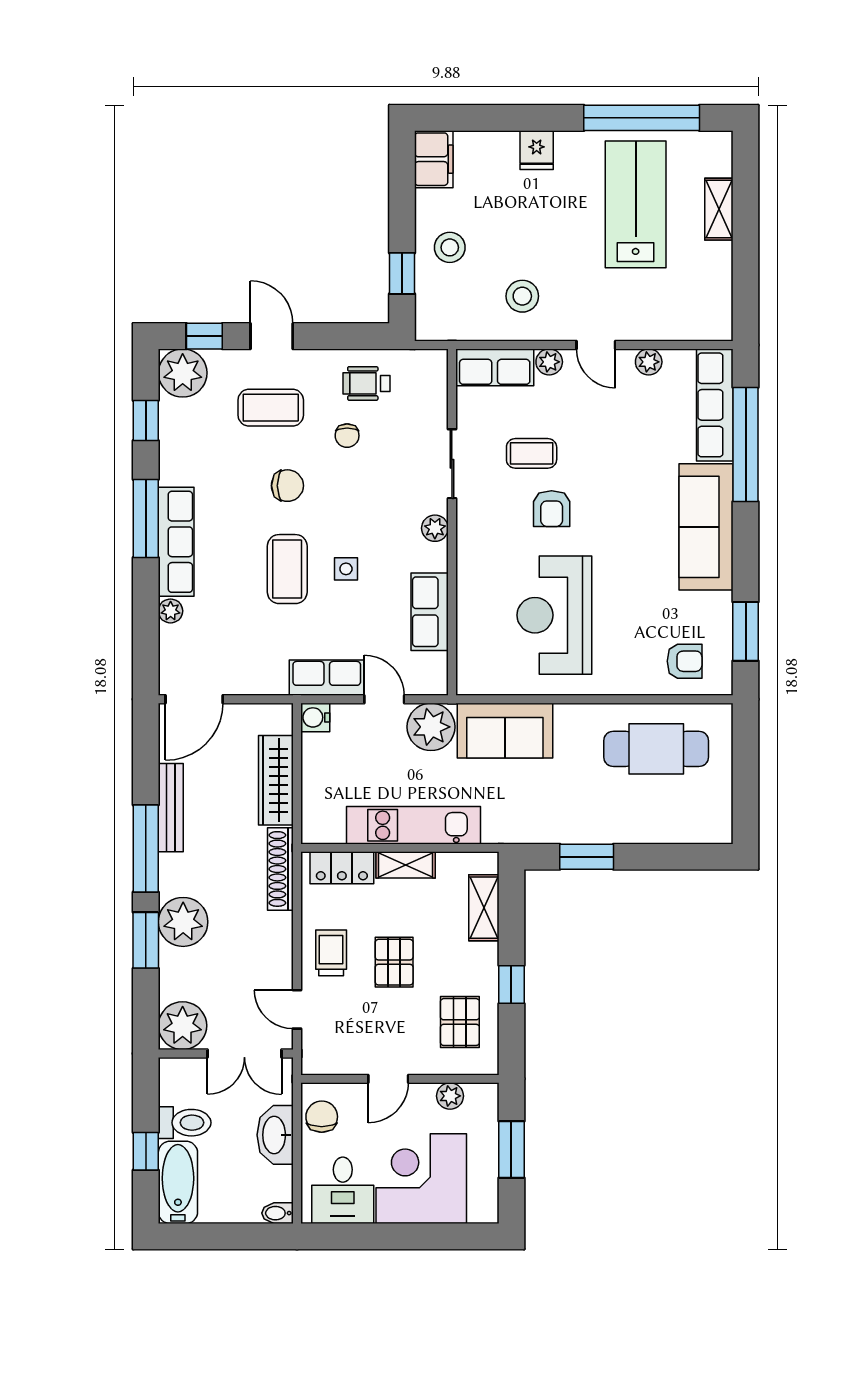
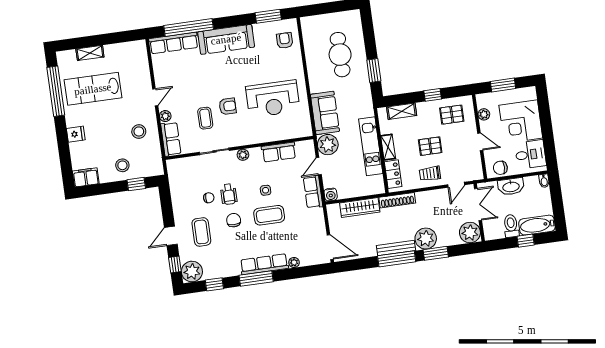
plant: (649, 362) -> (159, 74), removed
wheelchair: (367, 383) -> (229, 194), moved
cafe table: (656, 749) -> (340, 55), moved
bench: (171, 808) -> (396, 248), moved

